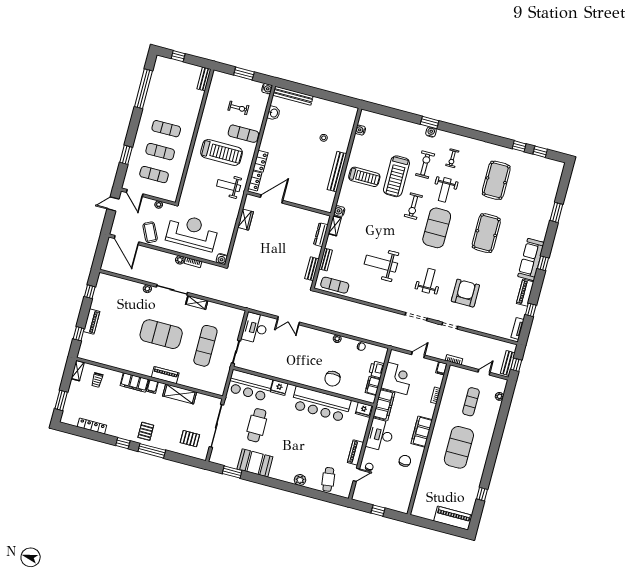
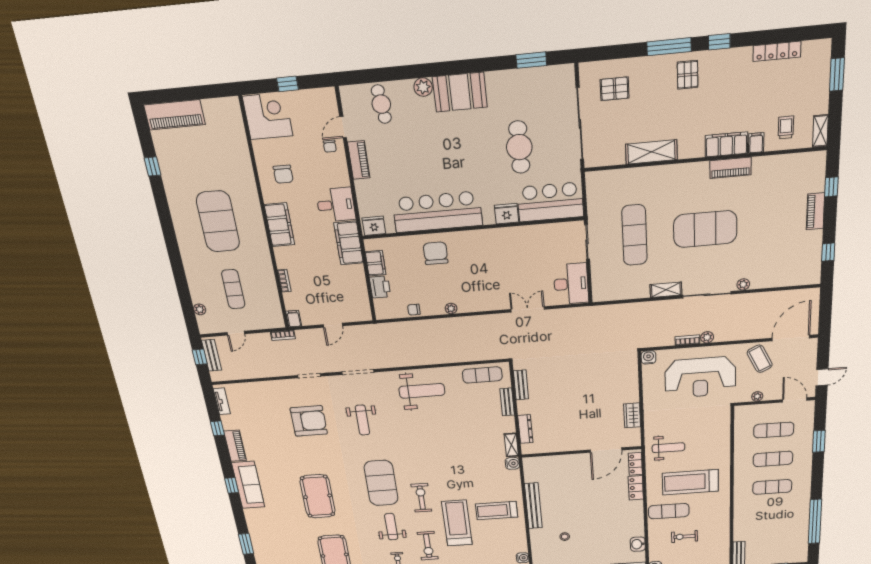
door: (127, 240) -> (791, 338), hinge flipped
weight bench: (381, 264) -> (422, 391), moved
armchair: (465, 293) -> (309, 421), turned -90
piano: (165, 375) -> (730, 168), moved
corner desk: (397, 378) -> (268, 116), moved, turned 180
filing cabinet: (152, 386) -> (756, 143), moved
desk: (380, 435) -> (336, 205), width x0.73
booth: (255, 463) -> (460, 92), moved

